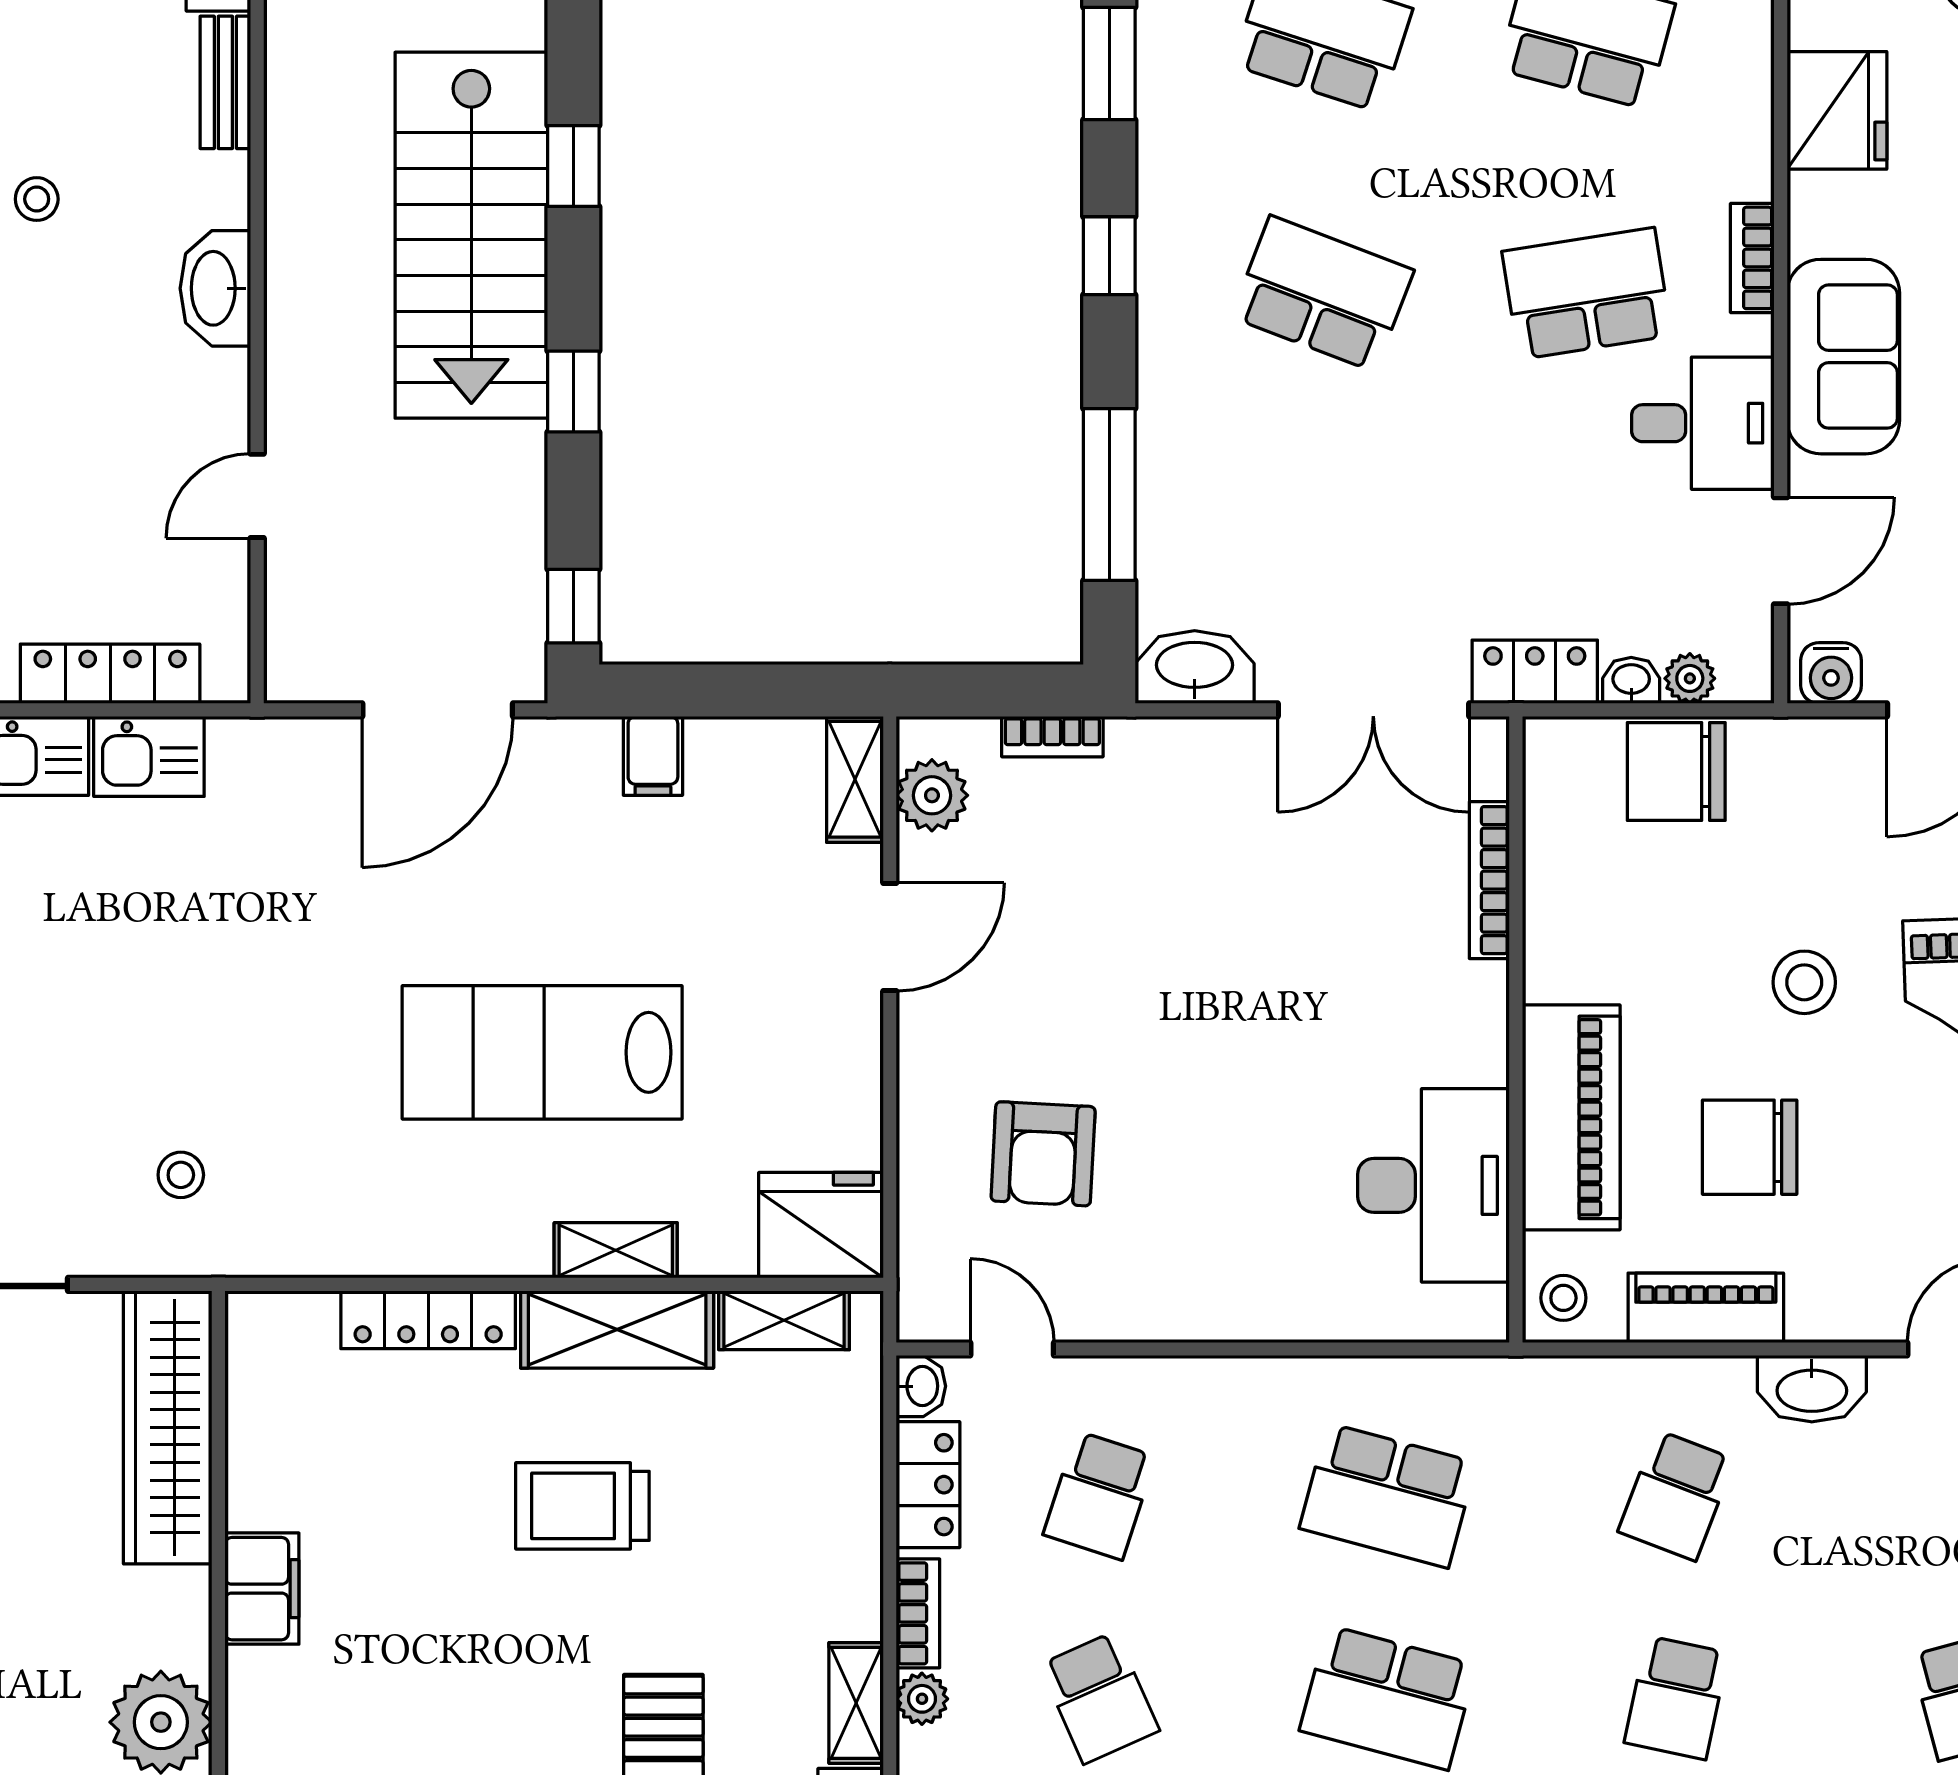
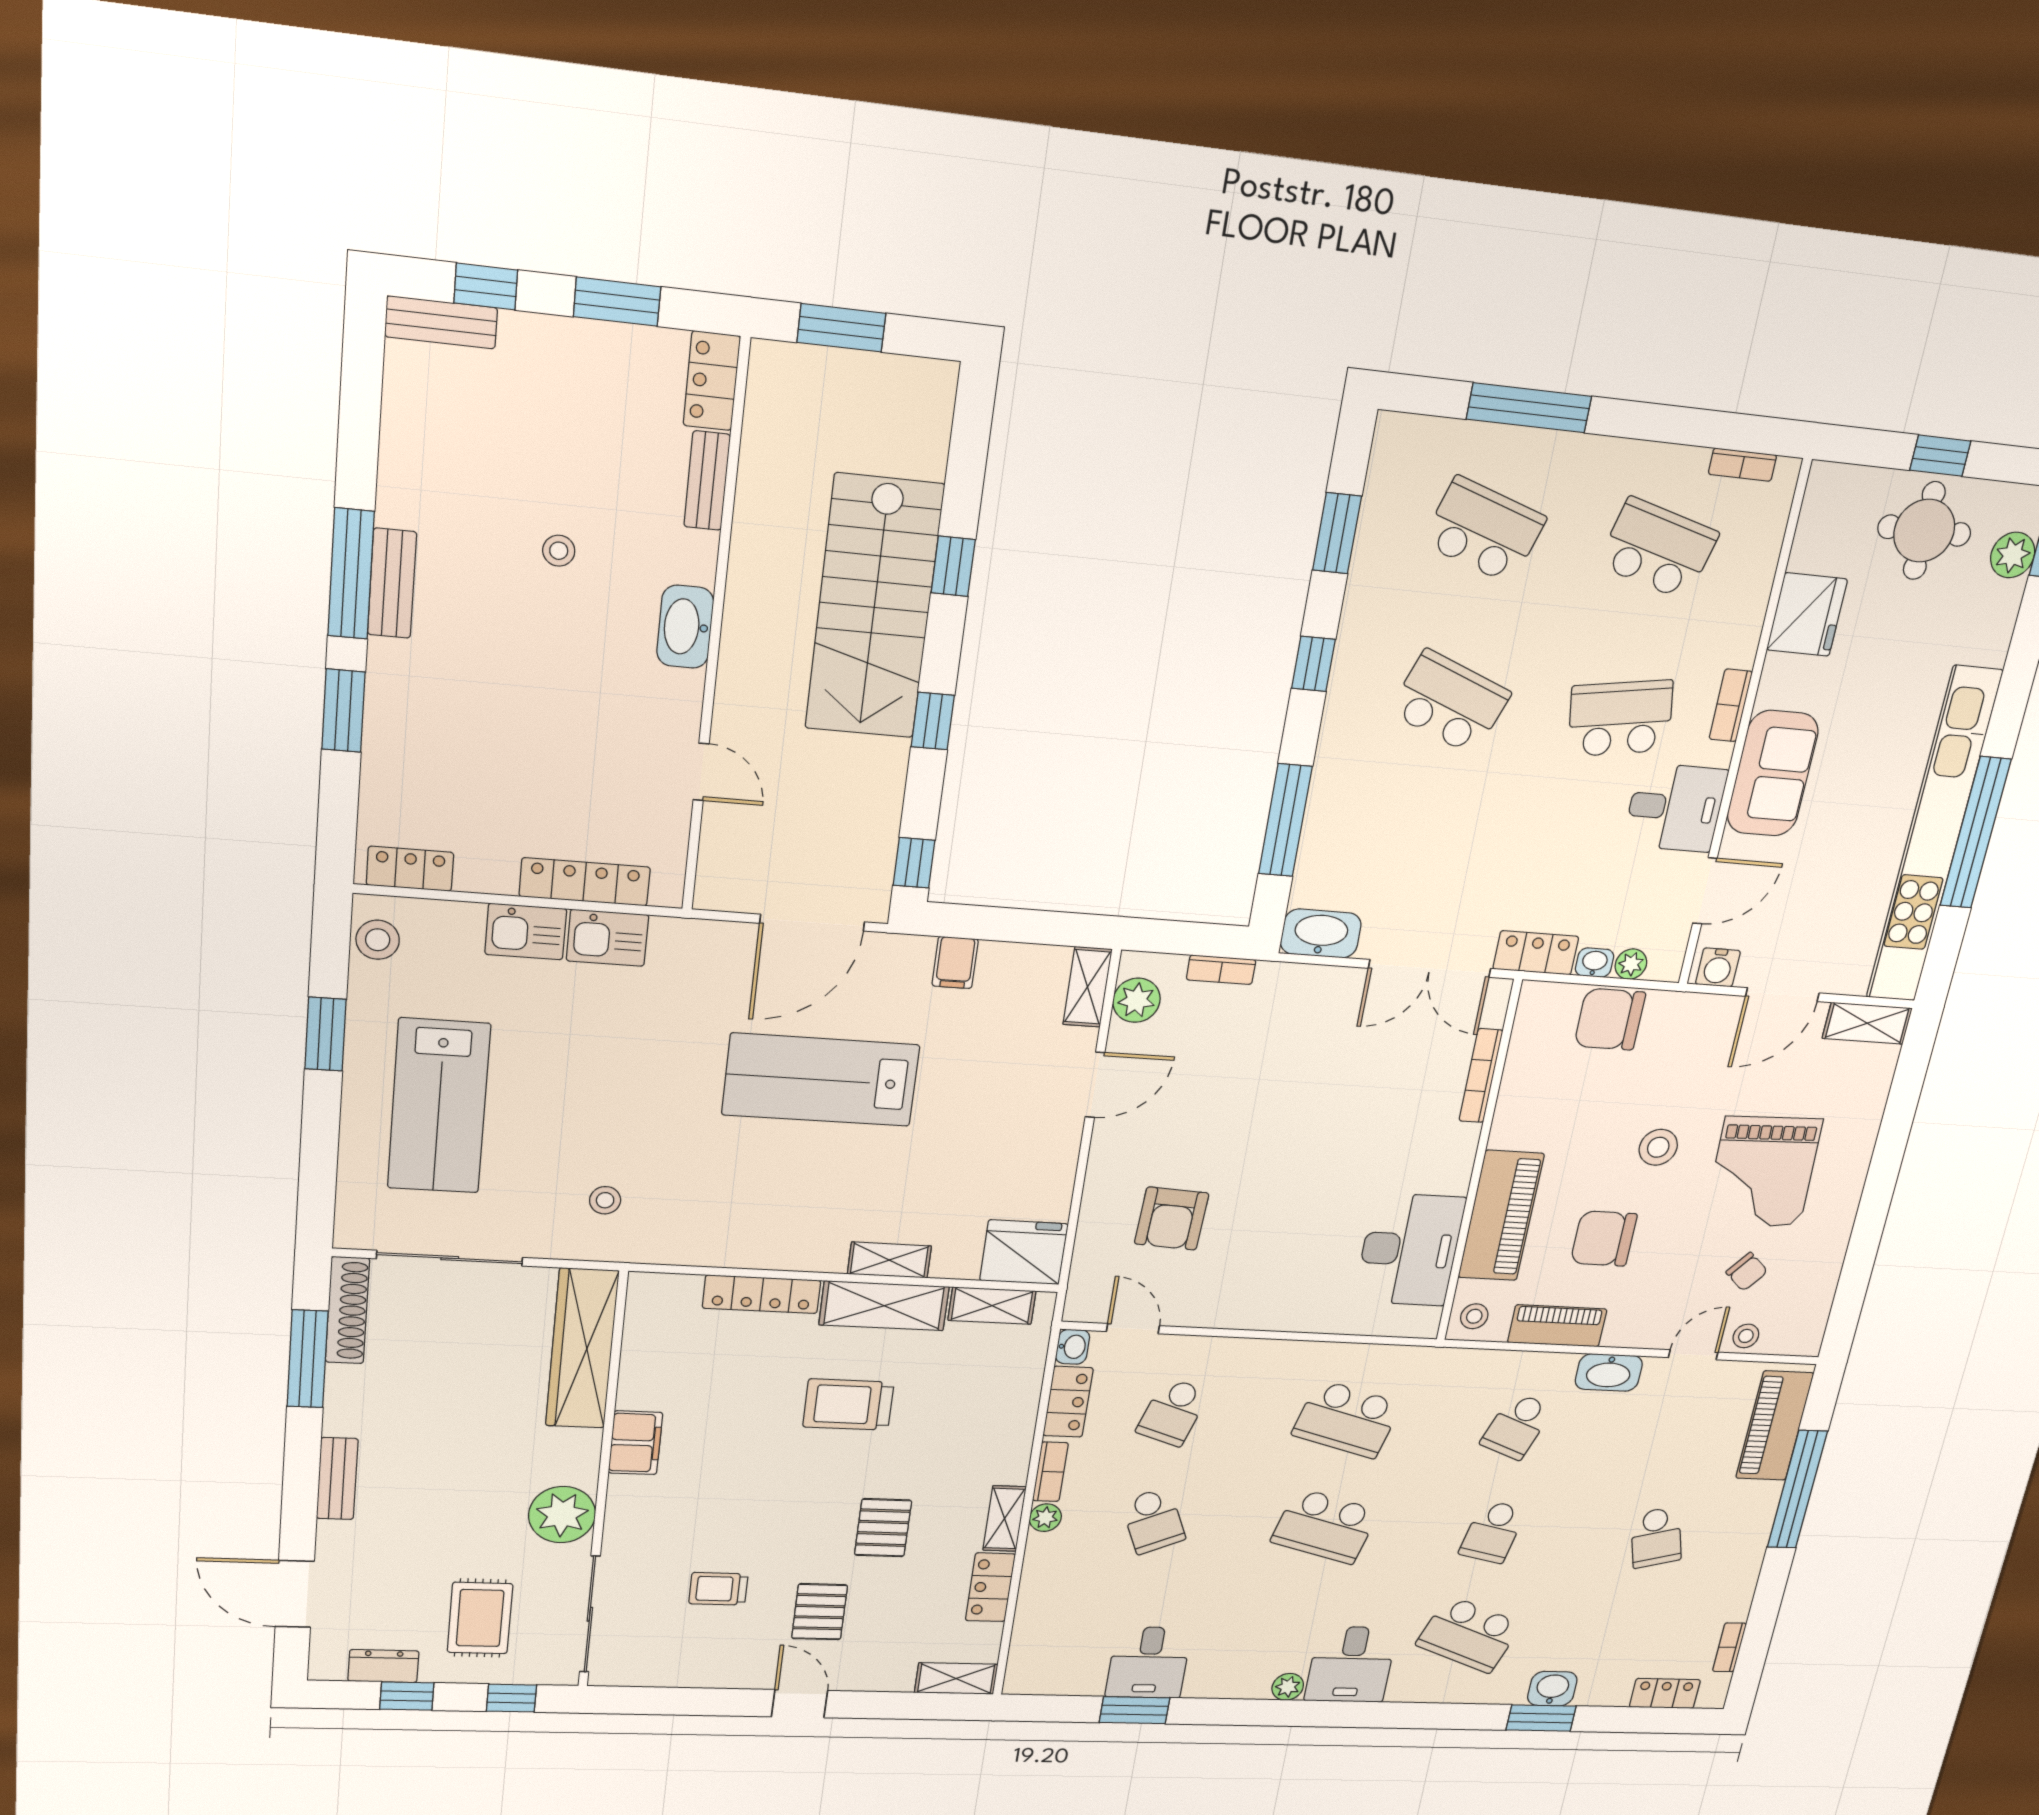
door: (257, 496) -> (701, 772), swing flipped
lab bench: (542, 1052) -> (821, 1080), moved

